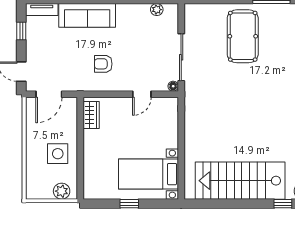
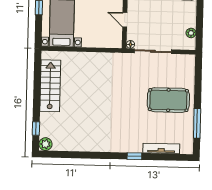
stairs: (240, 181) -> (50, 86), width x0.73, depth x0.66

